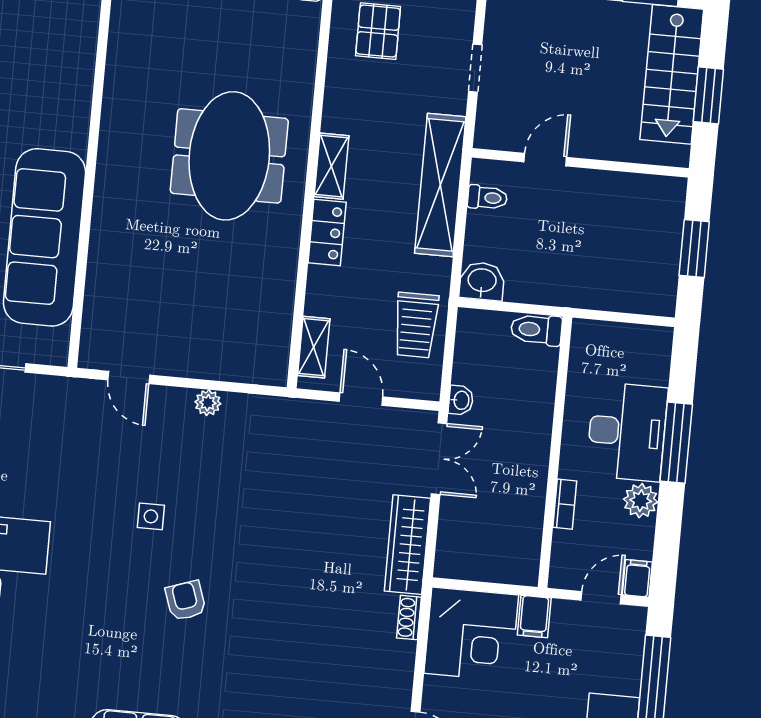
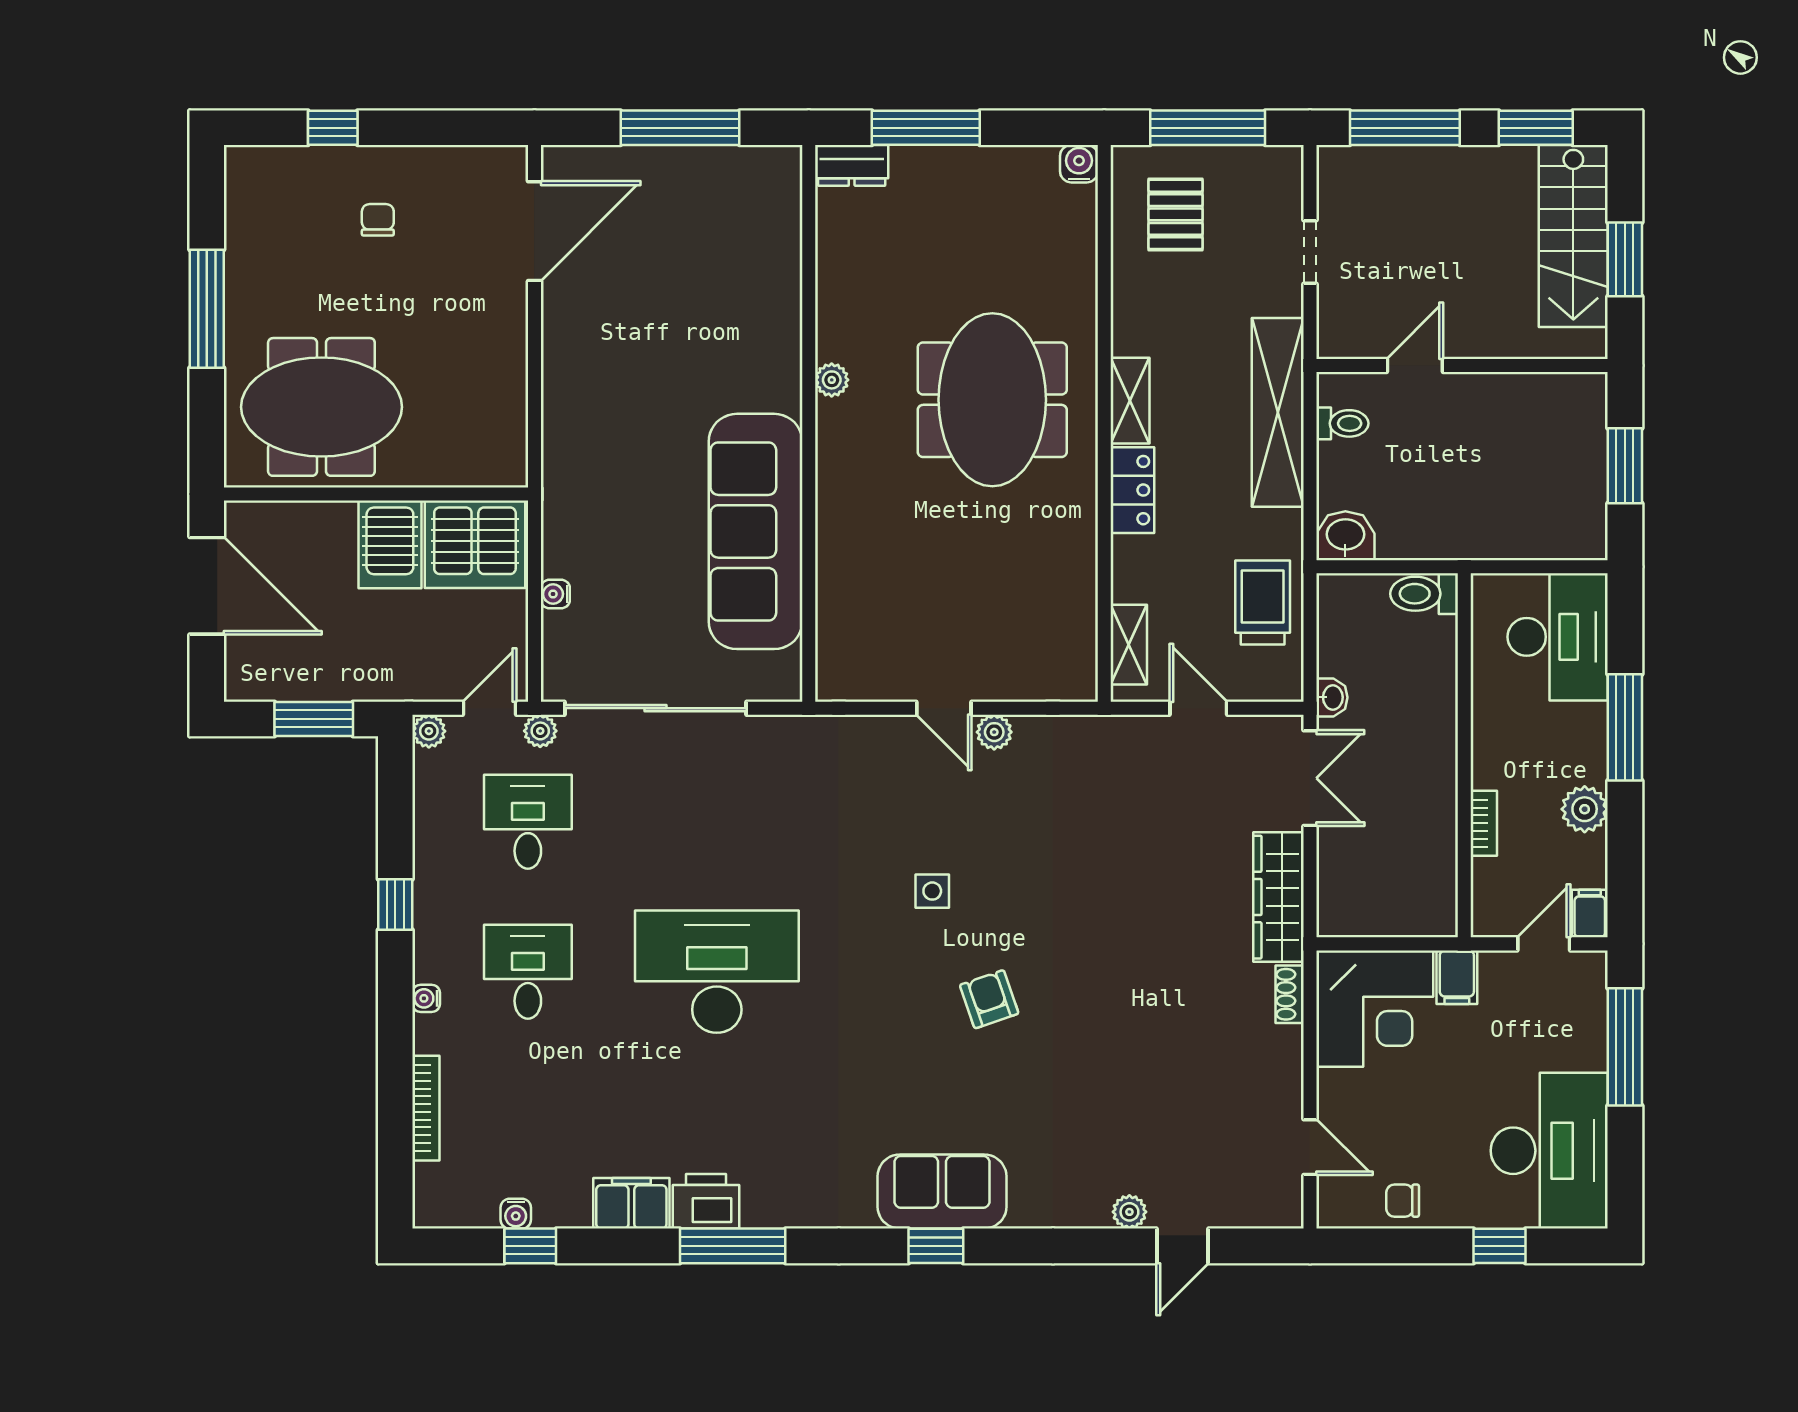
plant: (111, 130) -> (832, 380), added
trolley: (416, 325) -> (1263, 602), turned 180
door: (129, 377) -> (944, 708), moved
desk: (627, 432) -> (1558, 637), moved

